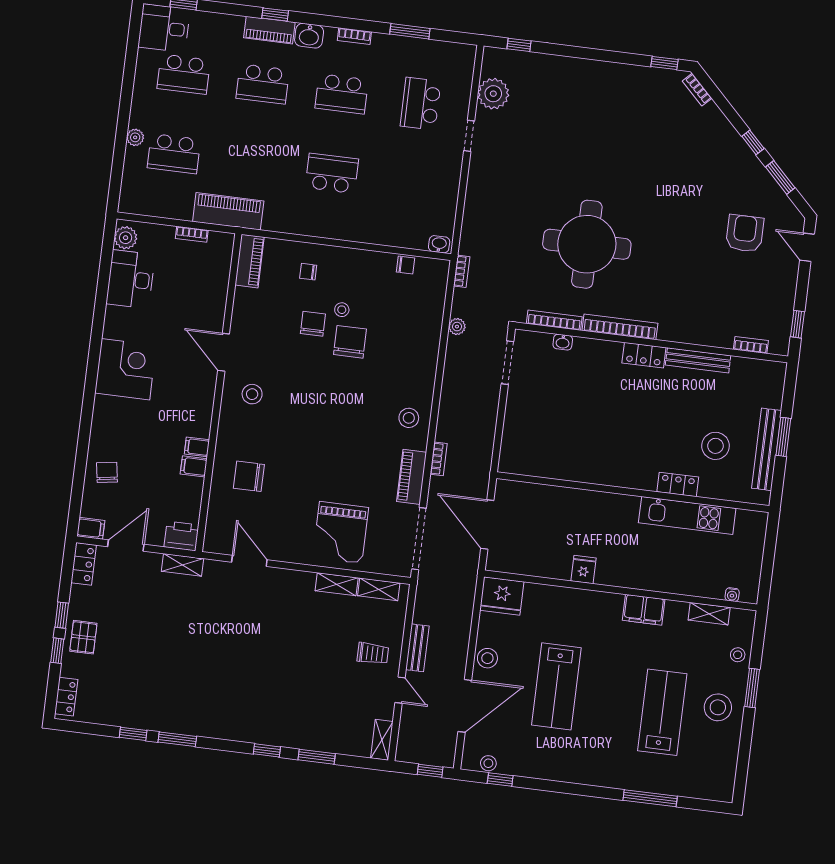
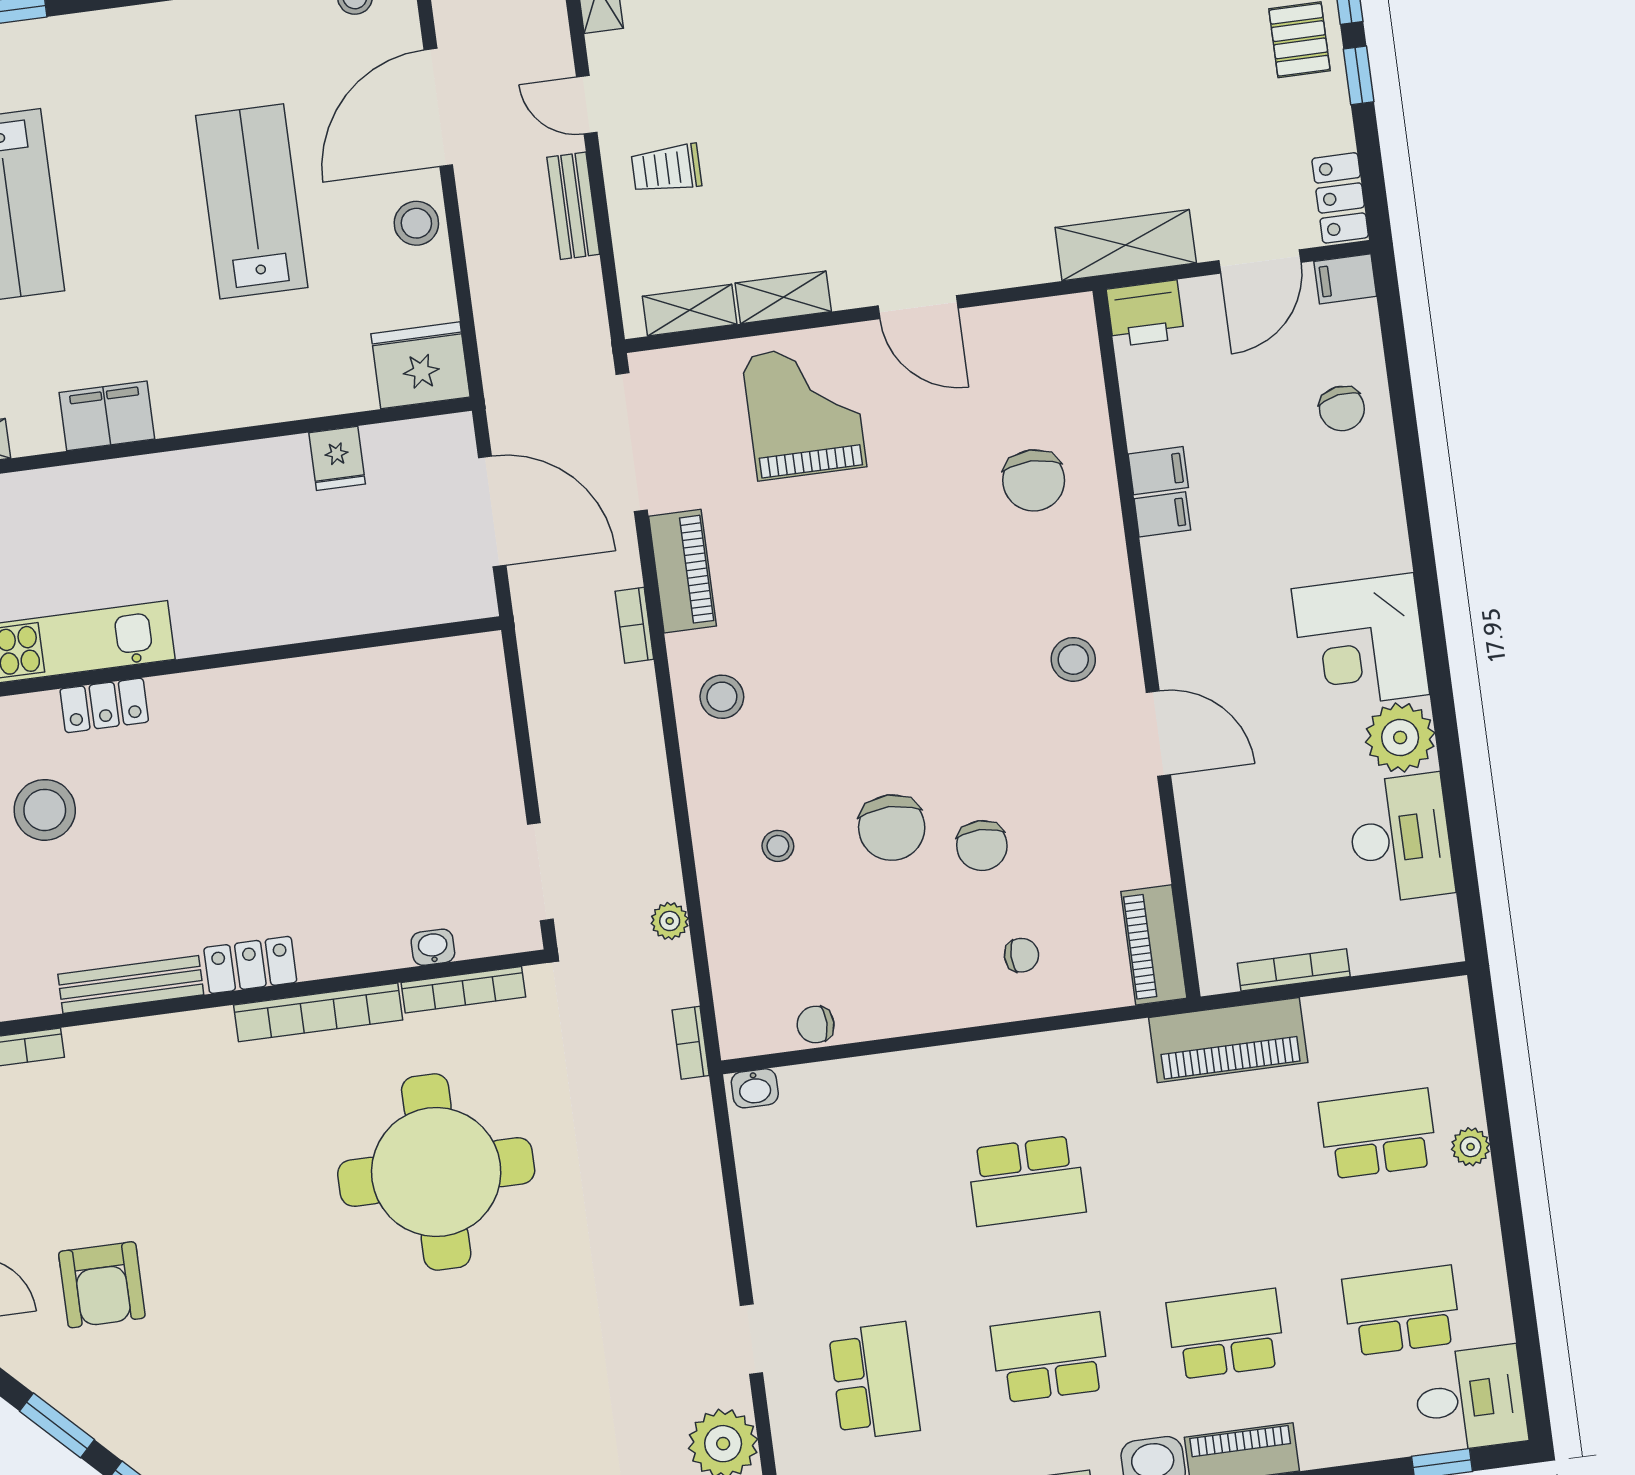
bookcase: (192, 234) -> (1294, 970), width x1.56
plant: (126, 238) -> (1400, 737), moved, width x1.36, depth x1.36
stool: (342, 310) -> (778, 846), moved
chair: (249, 476) -> (1034, 480), turned 90
door: (249, 561) -> (918, 307), moved
shelving: (183, 565) -> (1126, 245), width x1.50, depth x1.33
fridge: (583, 569) -> (337, 458), moved

